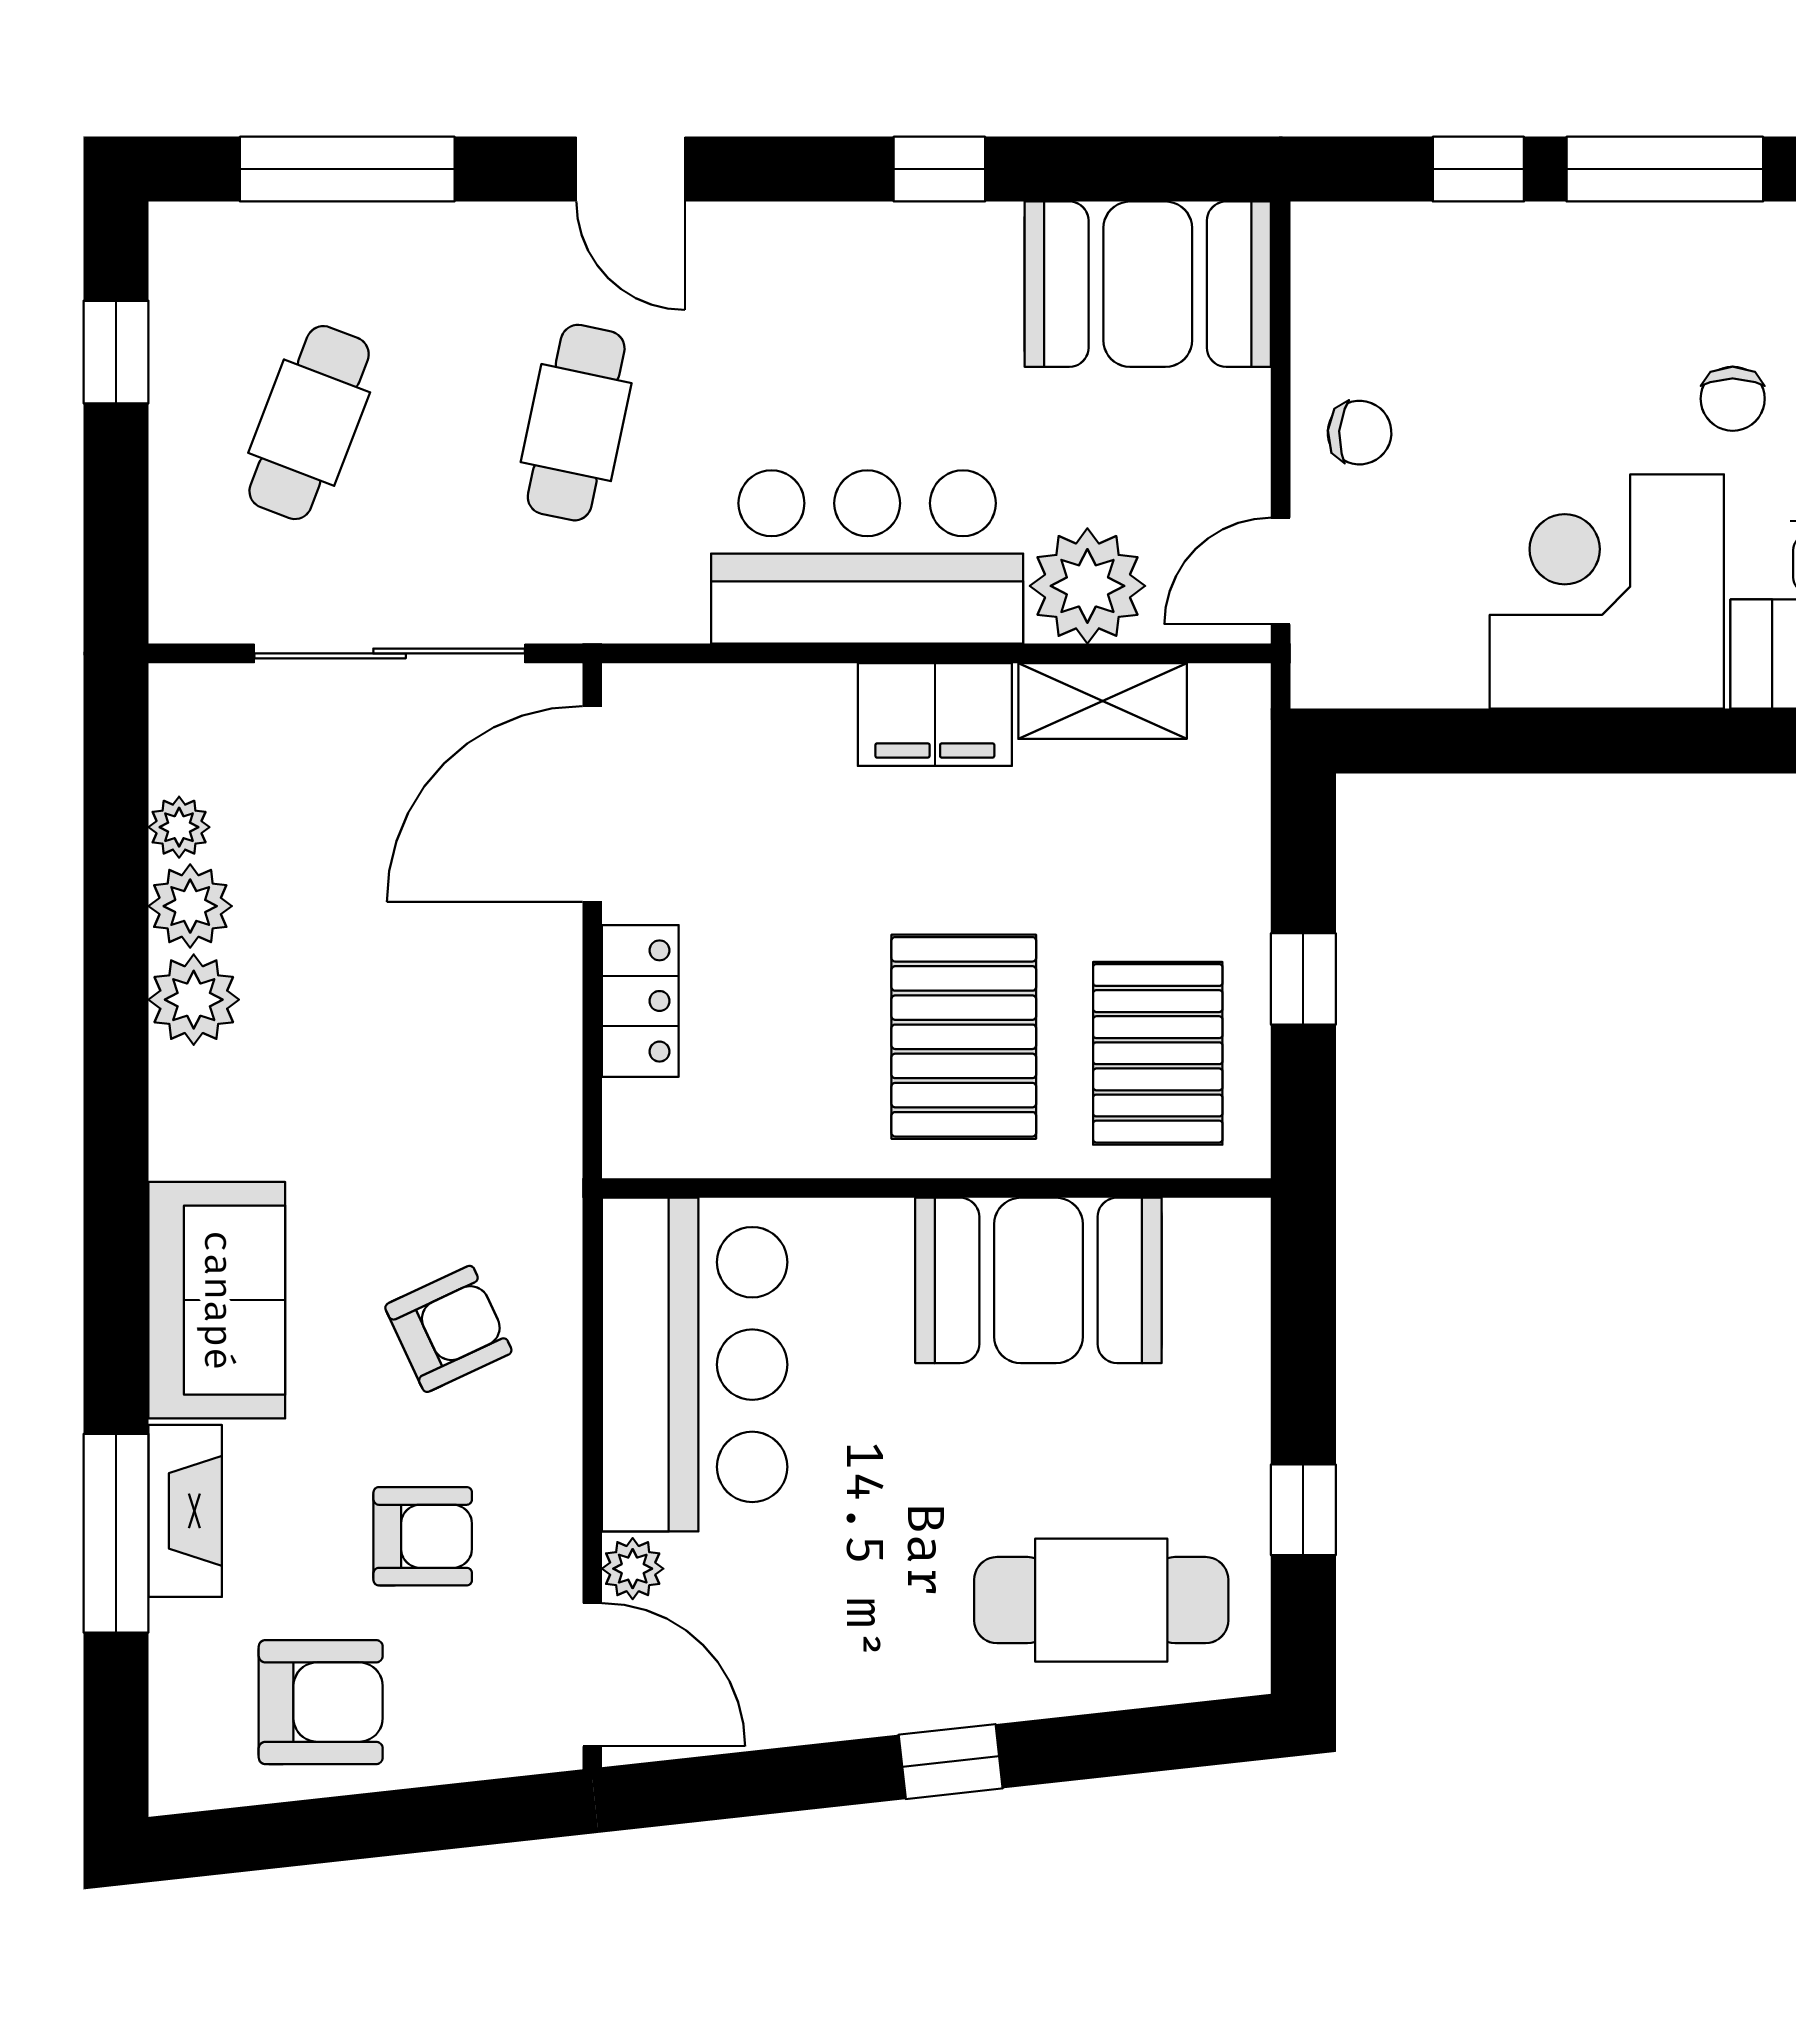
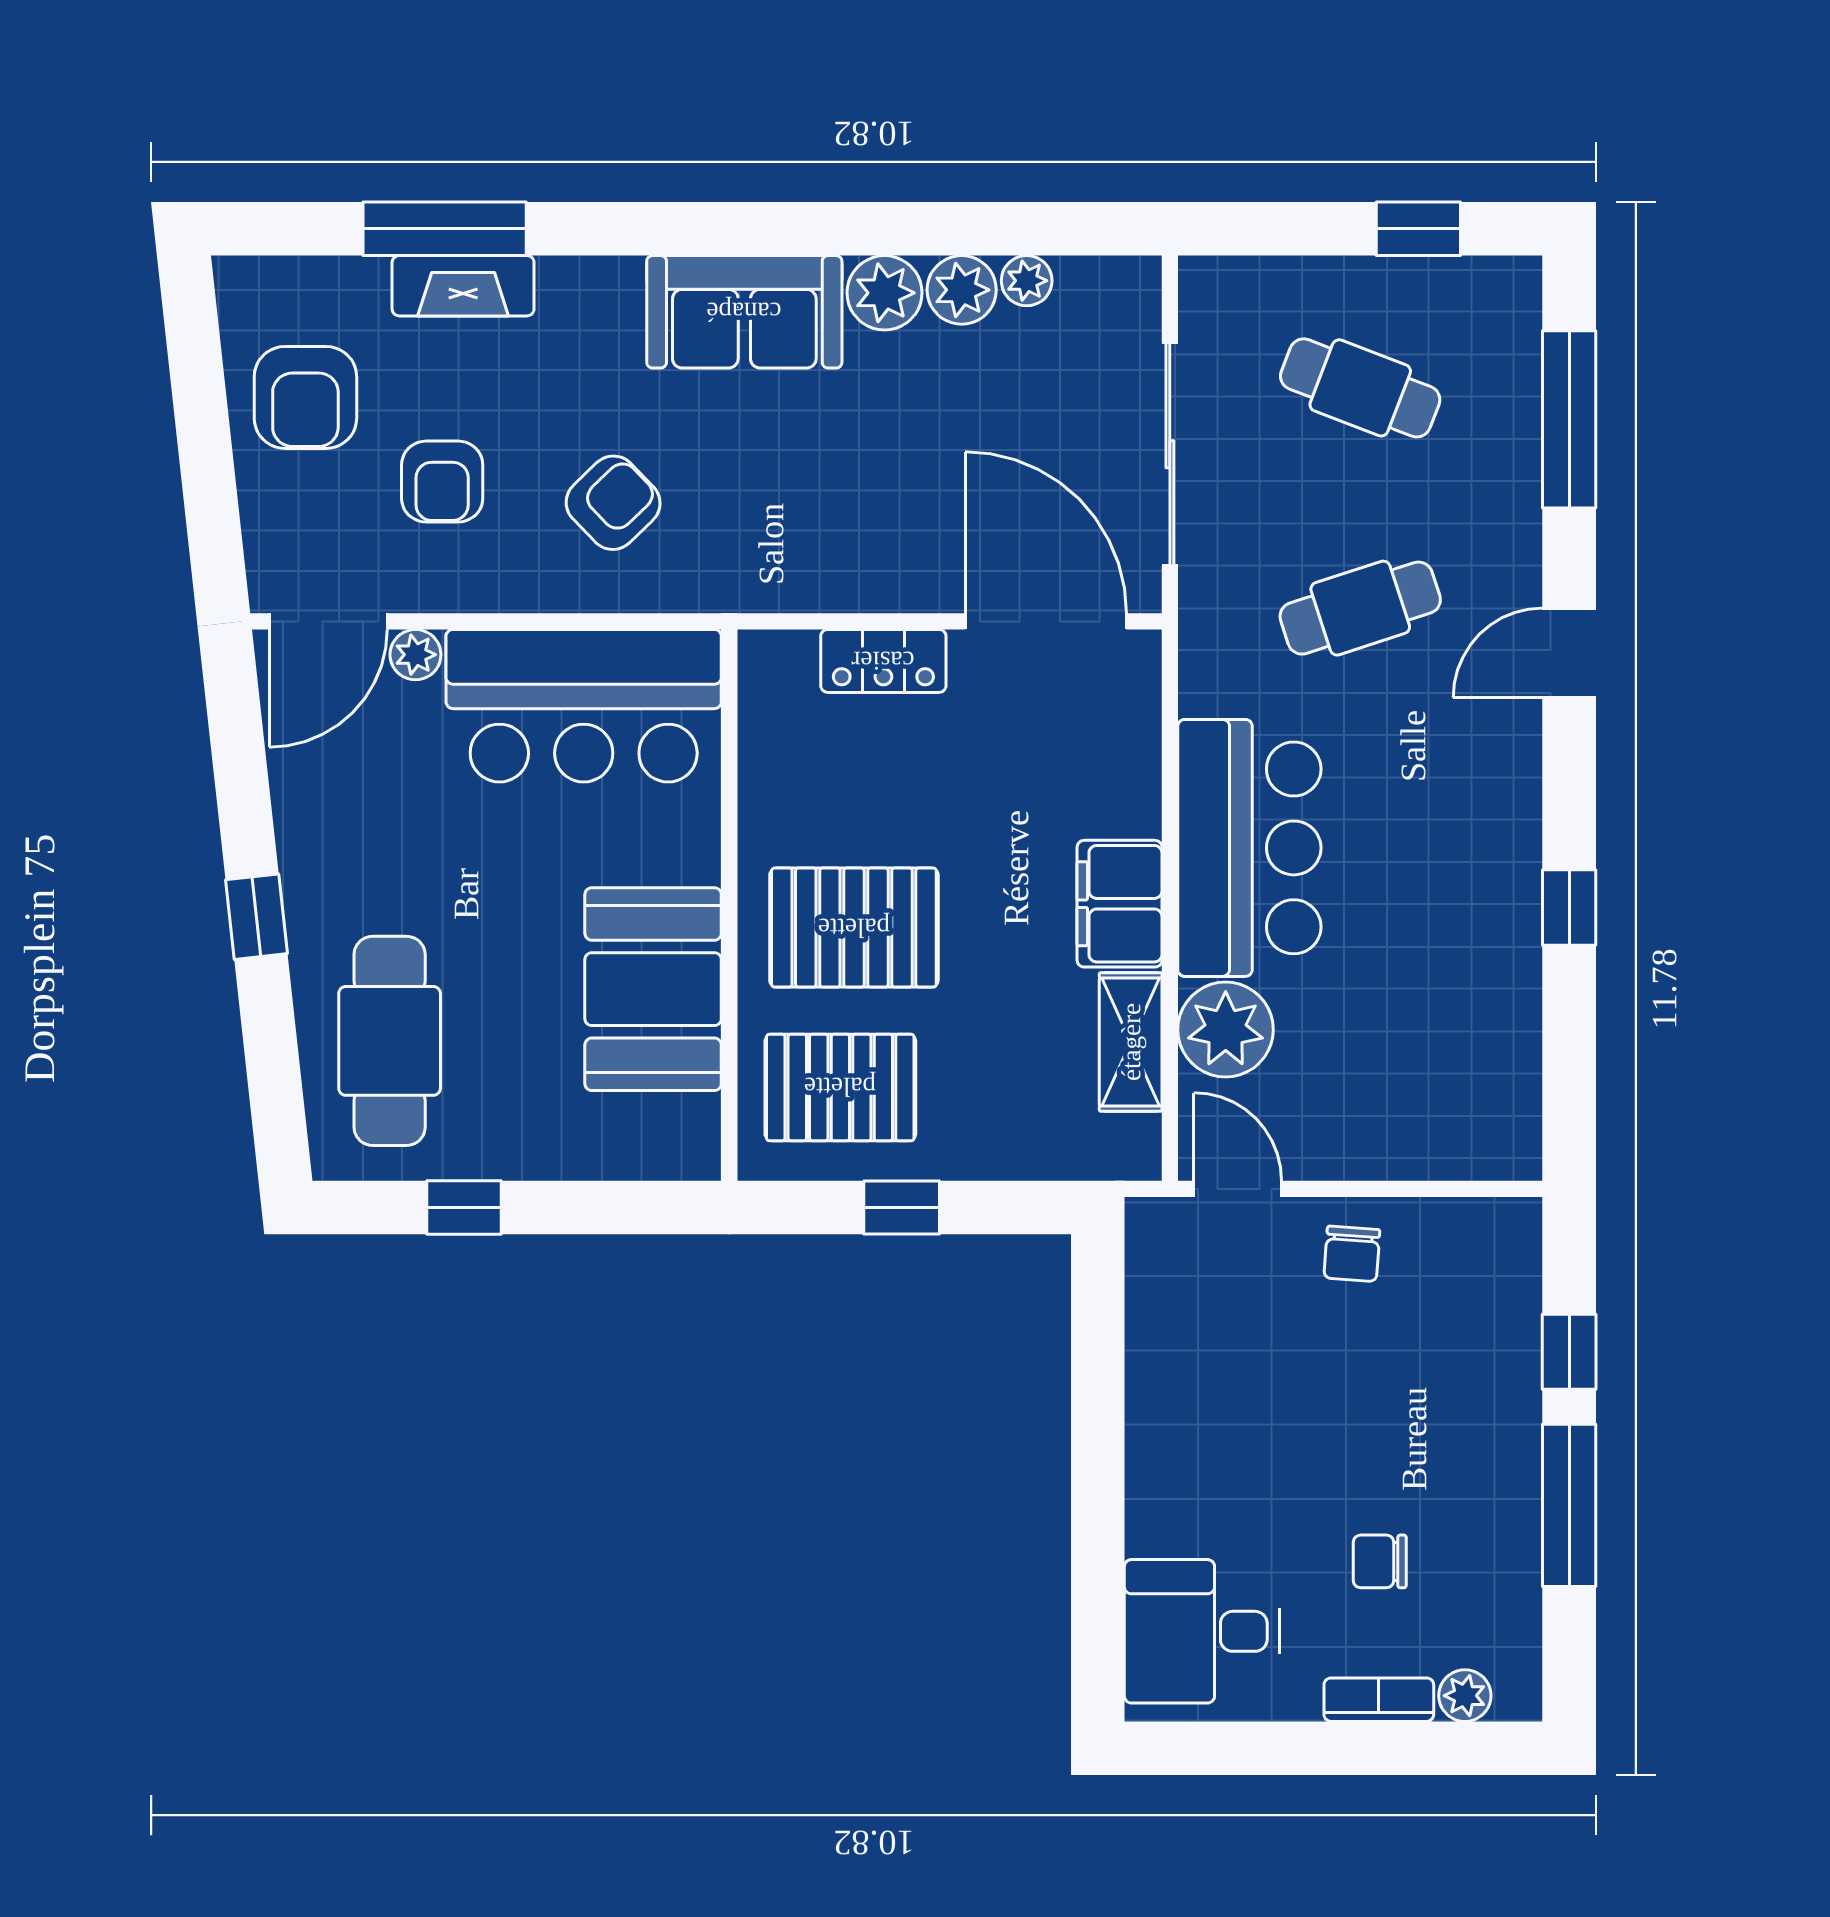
booth: (1148, 284) -> (1474, 1079), removed
cafe table: (576, 423) -> (1360, 608), turned -30
corner desk: (1607, 591) -> (1221, 1458), removed
sofa: (217, 1300) -> (744, 312), moved
armchair: (448, 1329) -> (613, 503), turned -109

